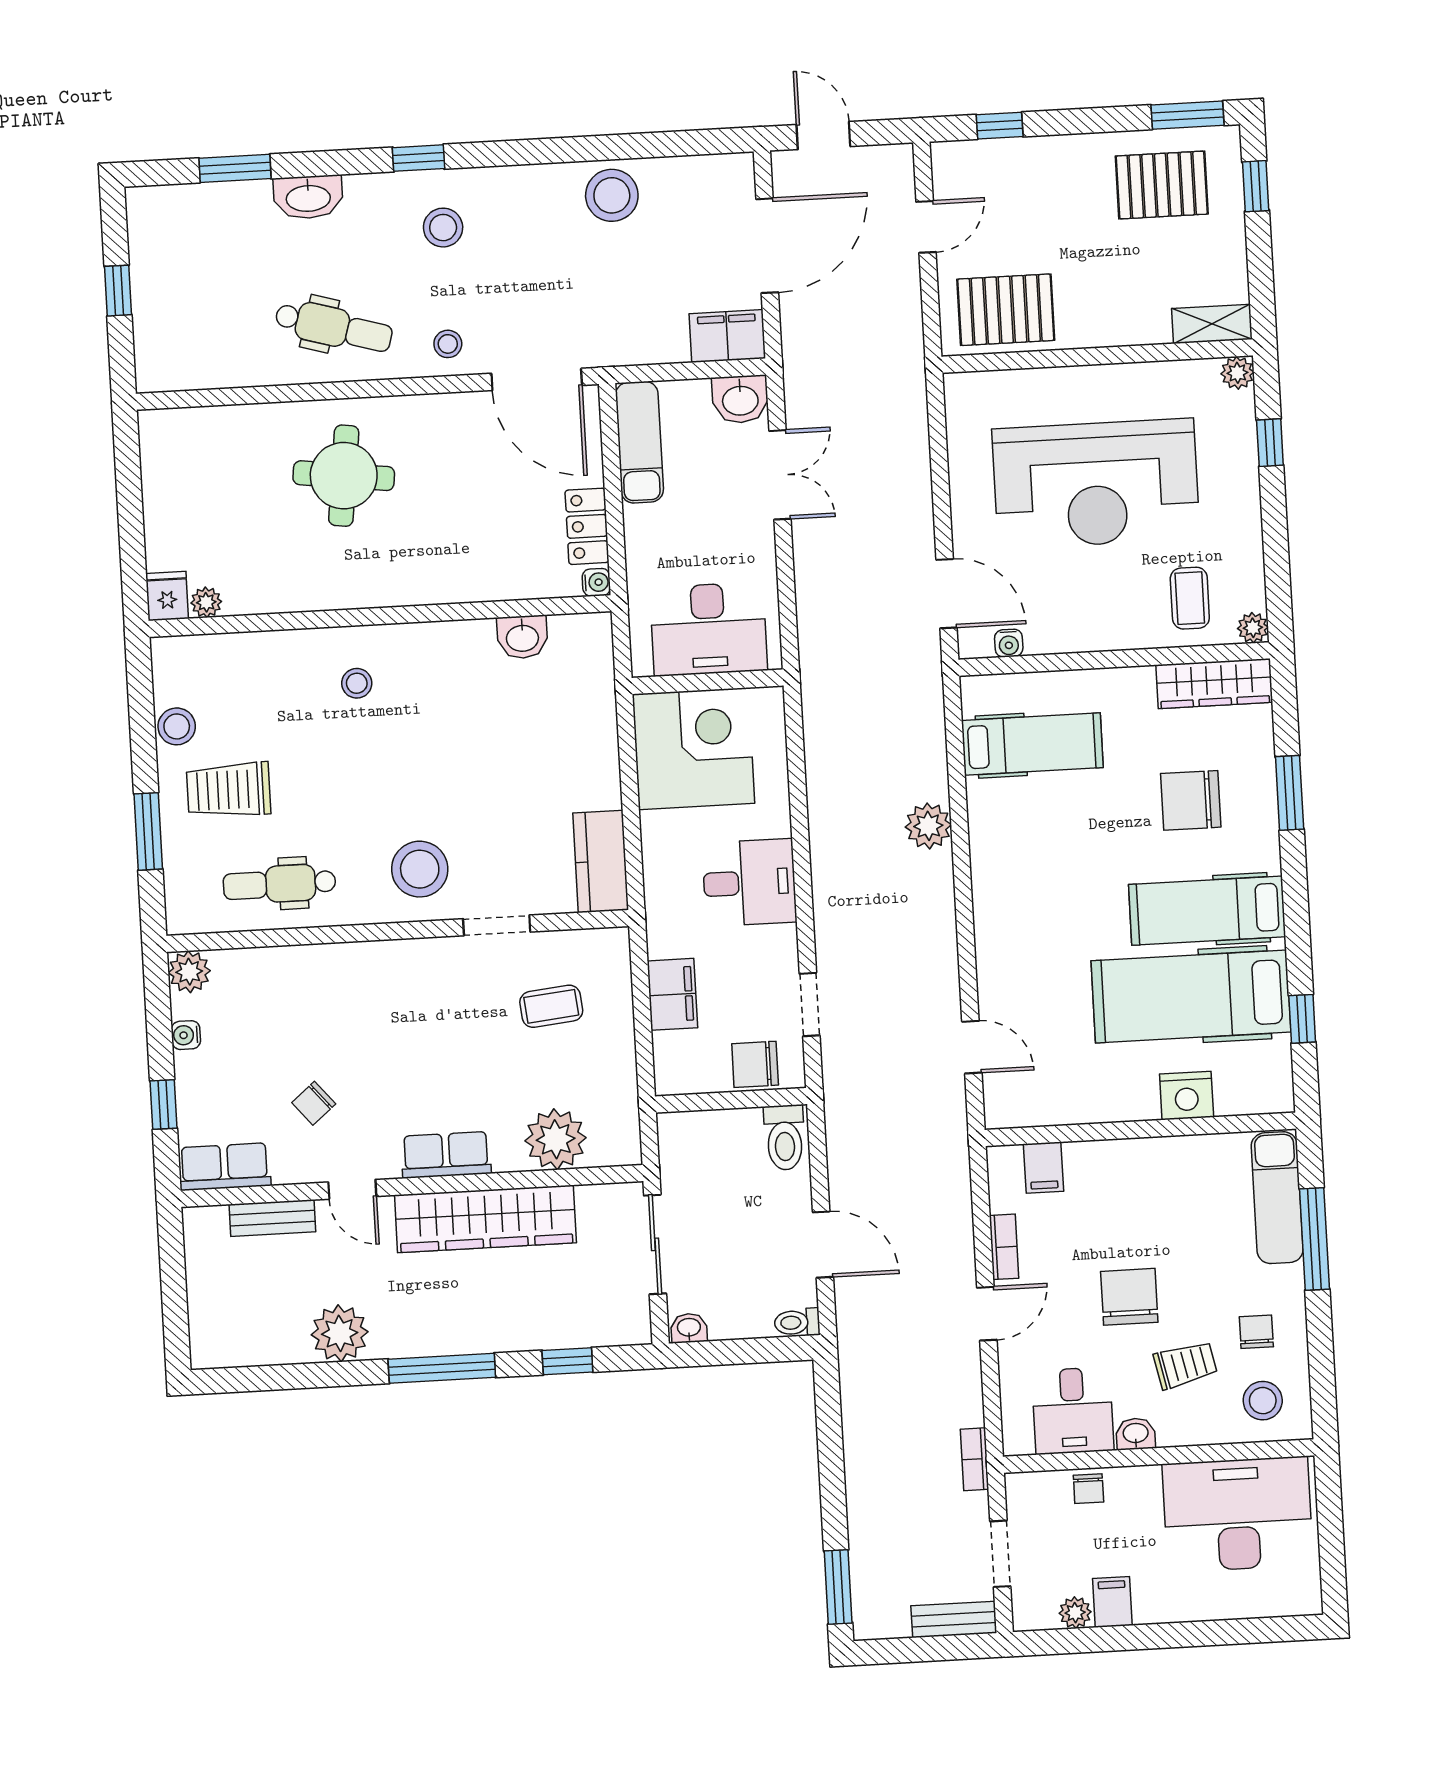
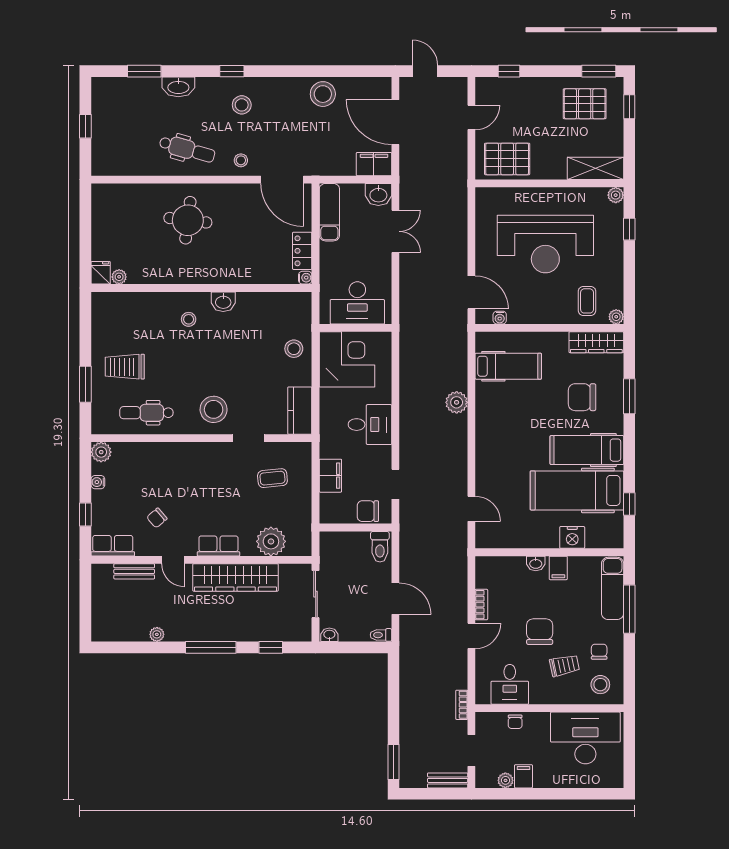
door: (767, 246) -> (395, 122), swing flipped
shelving: (1212, 324) -> (595, 168), width x1.50, depth x1.33
washbasin: (522, 637) -> (223, 302), moved
stool: (177, 726) -> (294, 349), moved
filing cabinet: (1044, 1168) -> (558, 568), moved
plant: (340, 1333) -> (157, 634), width x0.53, depth x0.53
washbasin: (1136, 1434) -> (536, 563), moved, turned 180

